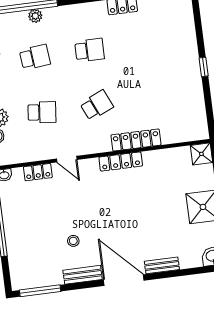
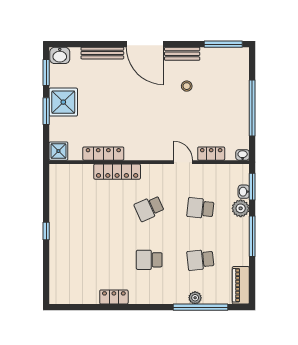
locker: (121, 162) -> (103, 154), moved
bench: (162, 265) -> (102, 53), width x1.36

